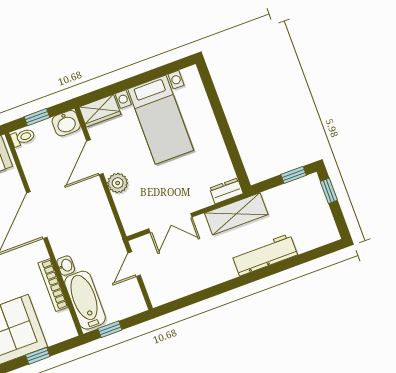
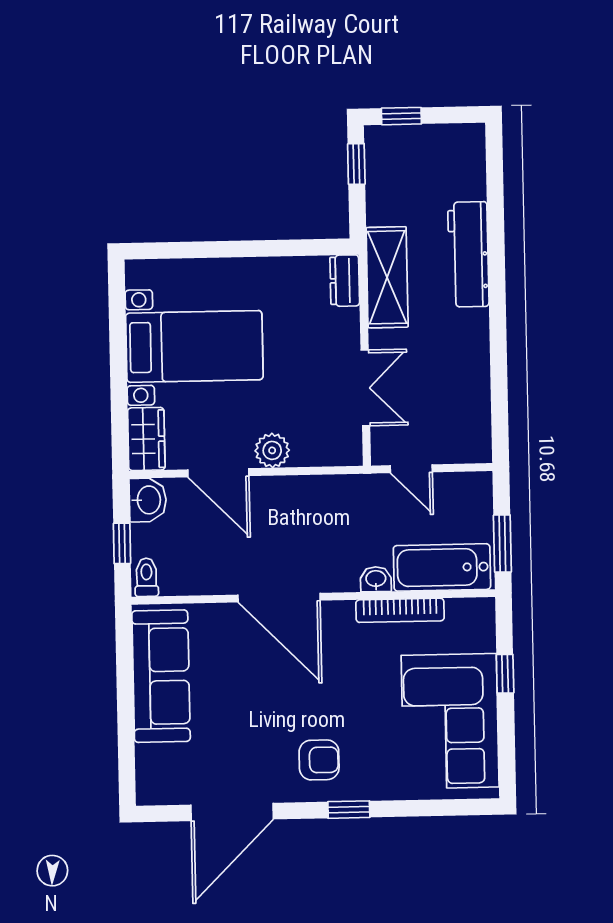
window: (110, 329) -> (502, 543), width x1.50

